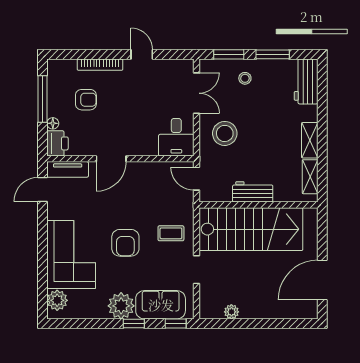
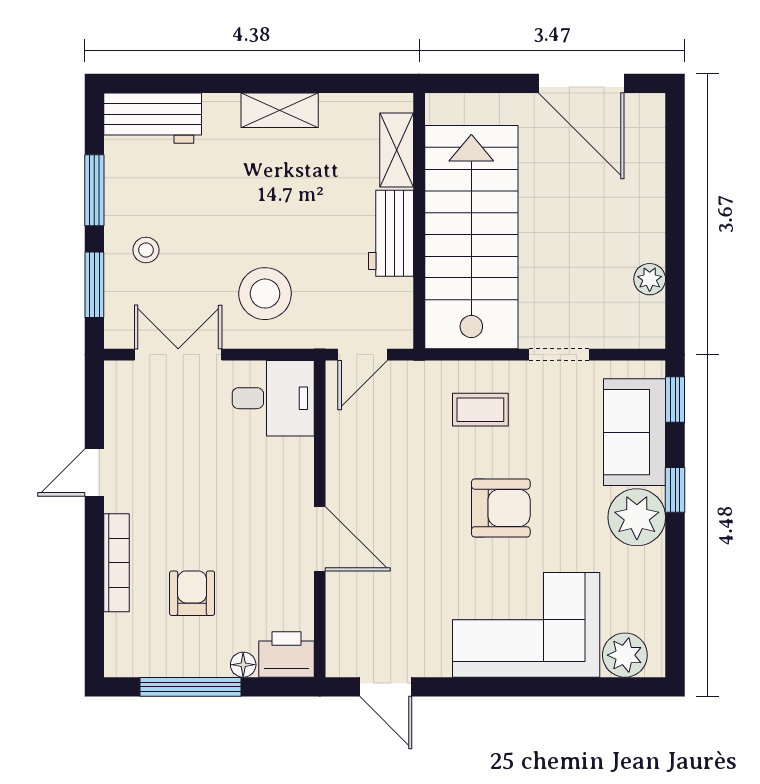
tv unit: (68, 169) -> (343, 633), removed
shelving: (310, 177) -> (397, 150), moved, turned 90
coffee table: (171, 233) -> (480, 410), turned 90

